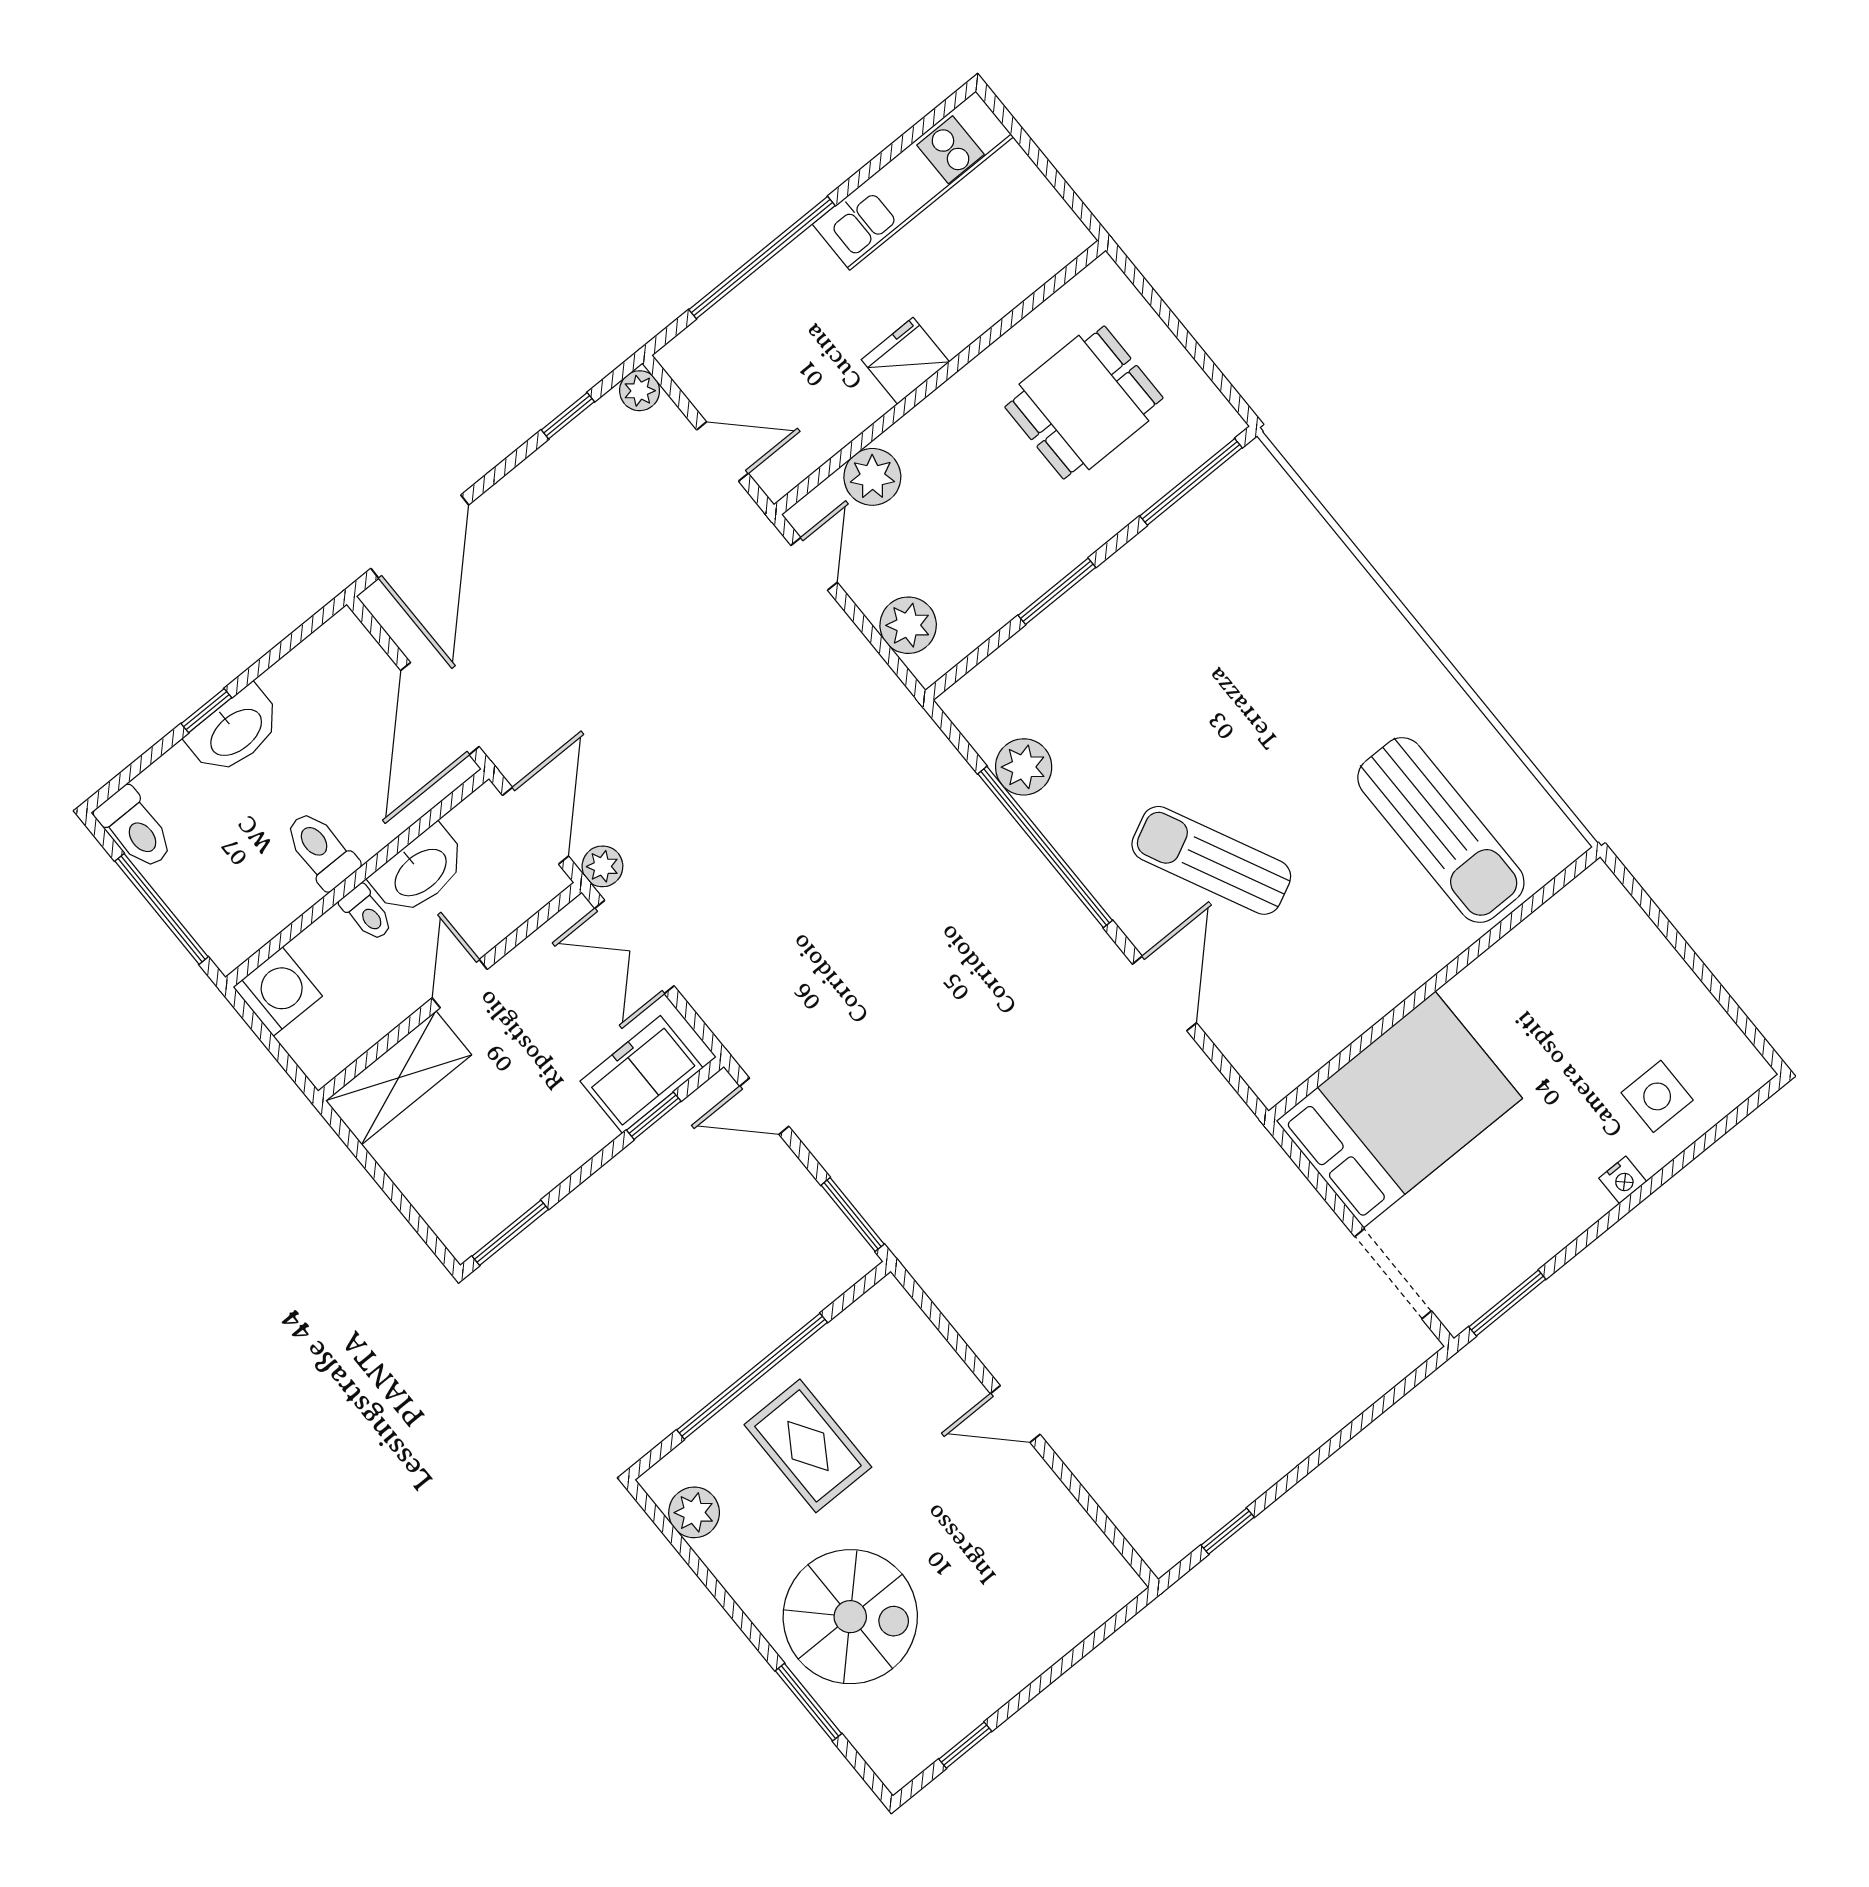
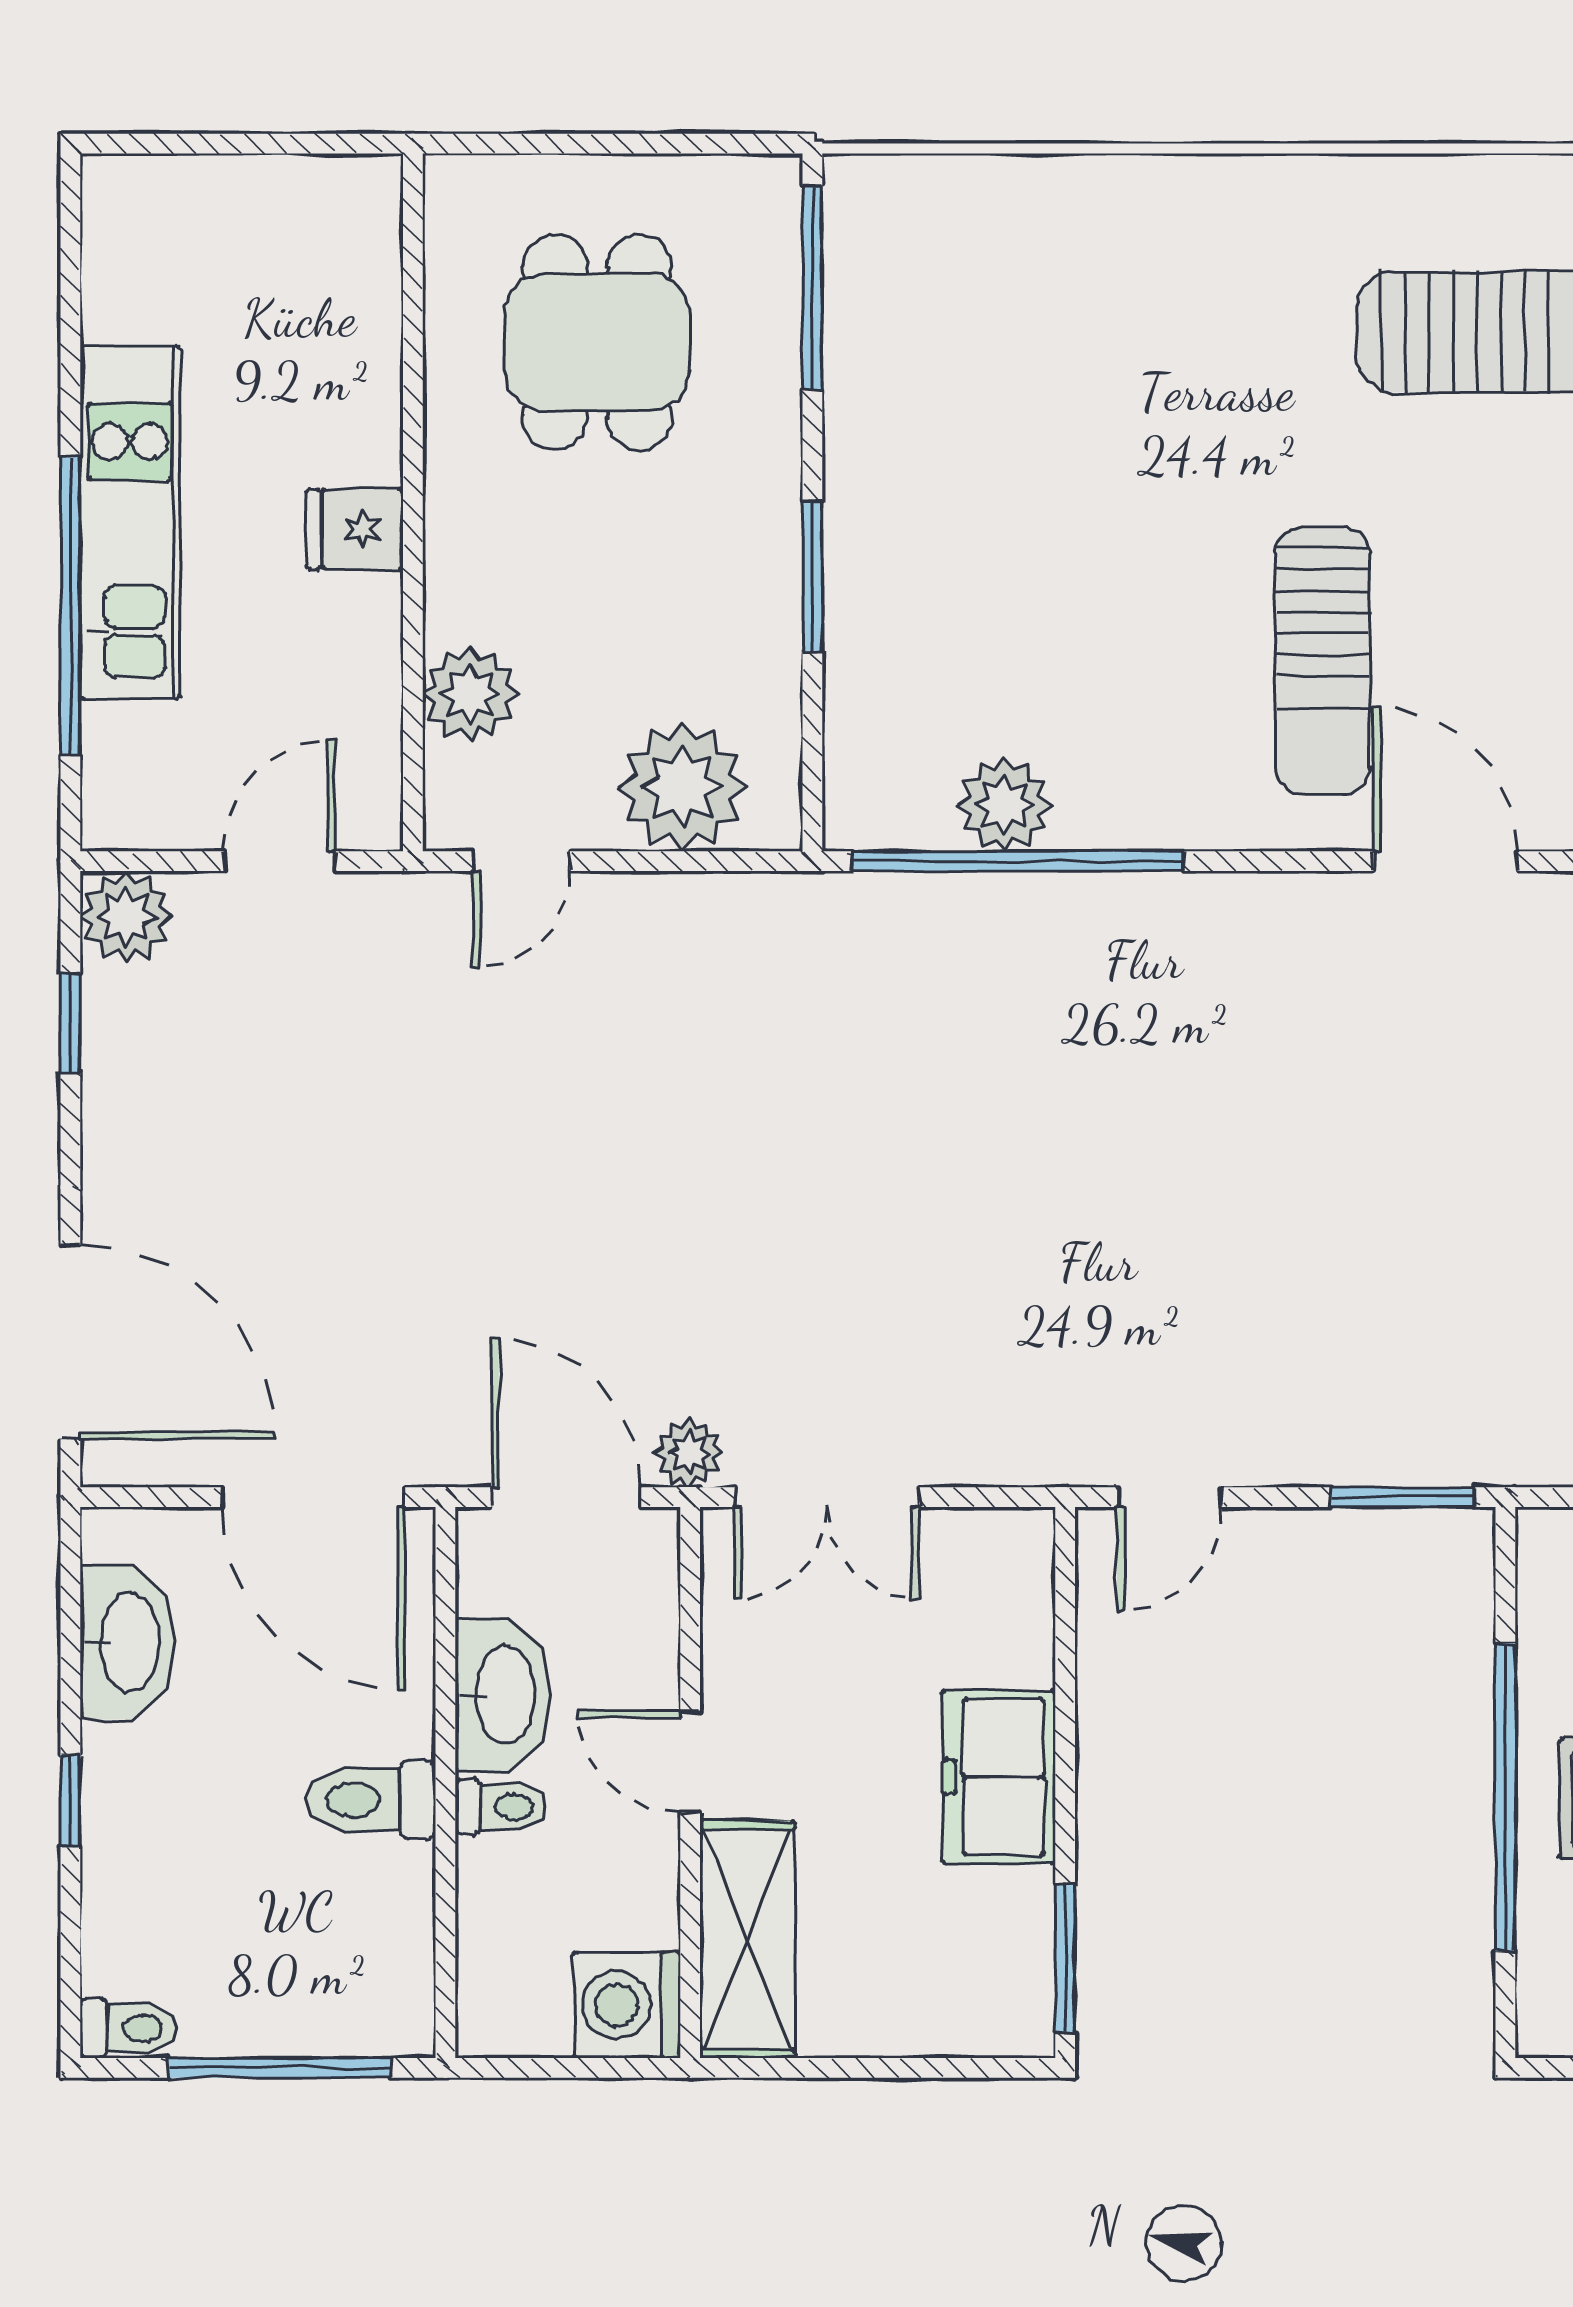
kitchen unit: (913, 180) -> (130, 522), moved
fridge: (905, 361) -> (355, 529), width x0.72
plant: (640, 391) -> (126, 917), width x1.38, depth x1.38
door: (814, 564) -> (521, 861), swing flipped
plant: (908, 625) -> (682, 787), width x1.36, depth x1.36
washbasin: (235, 731) -> (127, 1642), moved
toilet: (135, 828) -> (129, 2028), width x0.73, depth x0.72
window: (1045, 847) -> (1018, 861), moved
sun lounger: (1211, 860) -> (1323, 660), turned -64
washing machine: (278, 992) -> (627, 2005), moved, turned -90
freezer: (641, 1074) -> (999, 1777), moved
window: (654, 1116) -> (1065, 1650), removed

